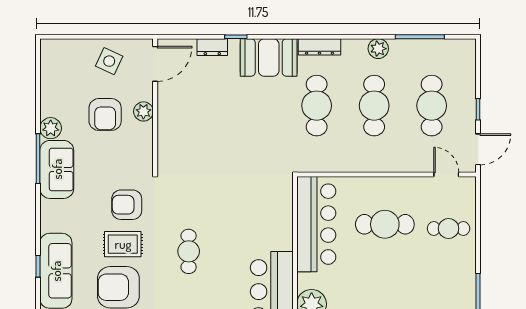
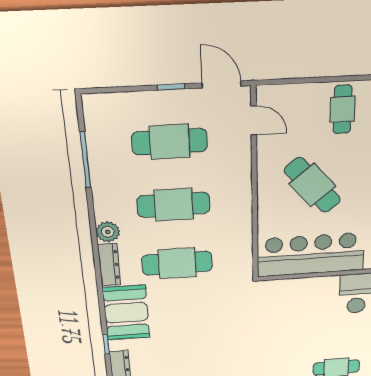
plant: (378, 49) -> (108, 232), moved
door: (446, 175) -> (254, 120), swing flipped
cafe table: (385, 224) -> (313, 185), turned -40
cafe table: (449, 228) -> (343, 109), moved

